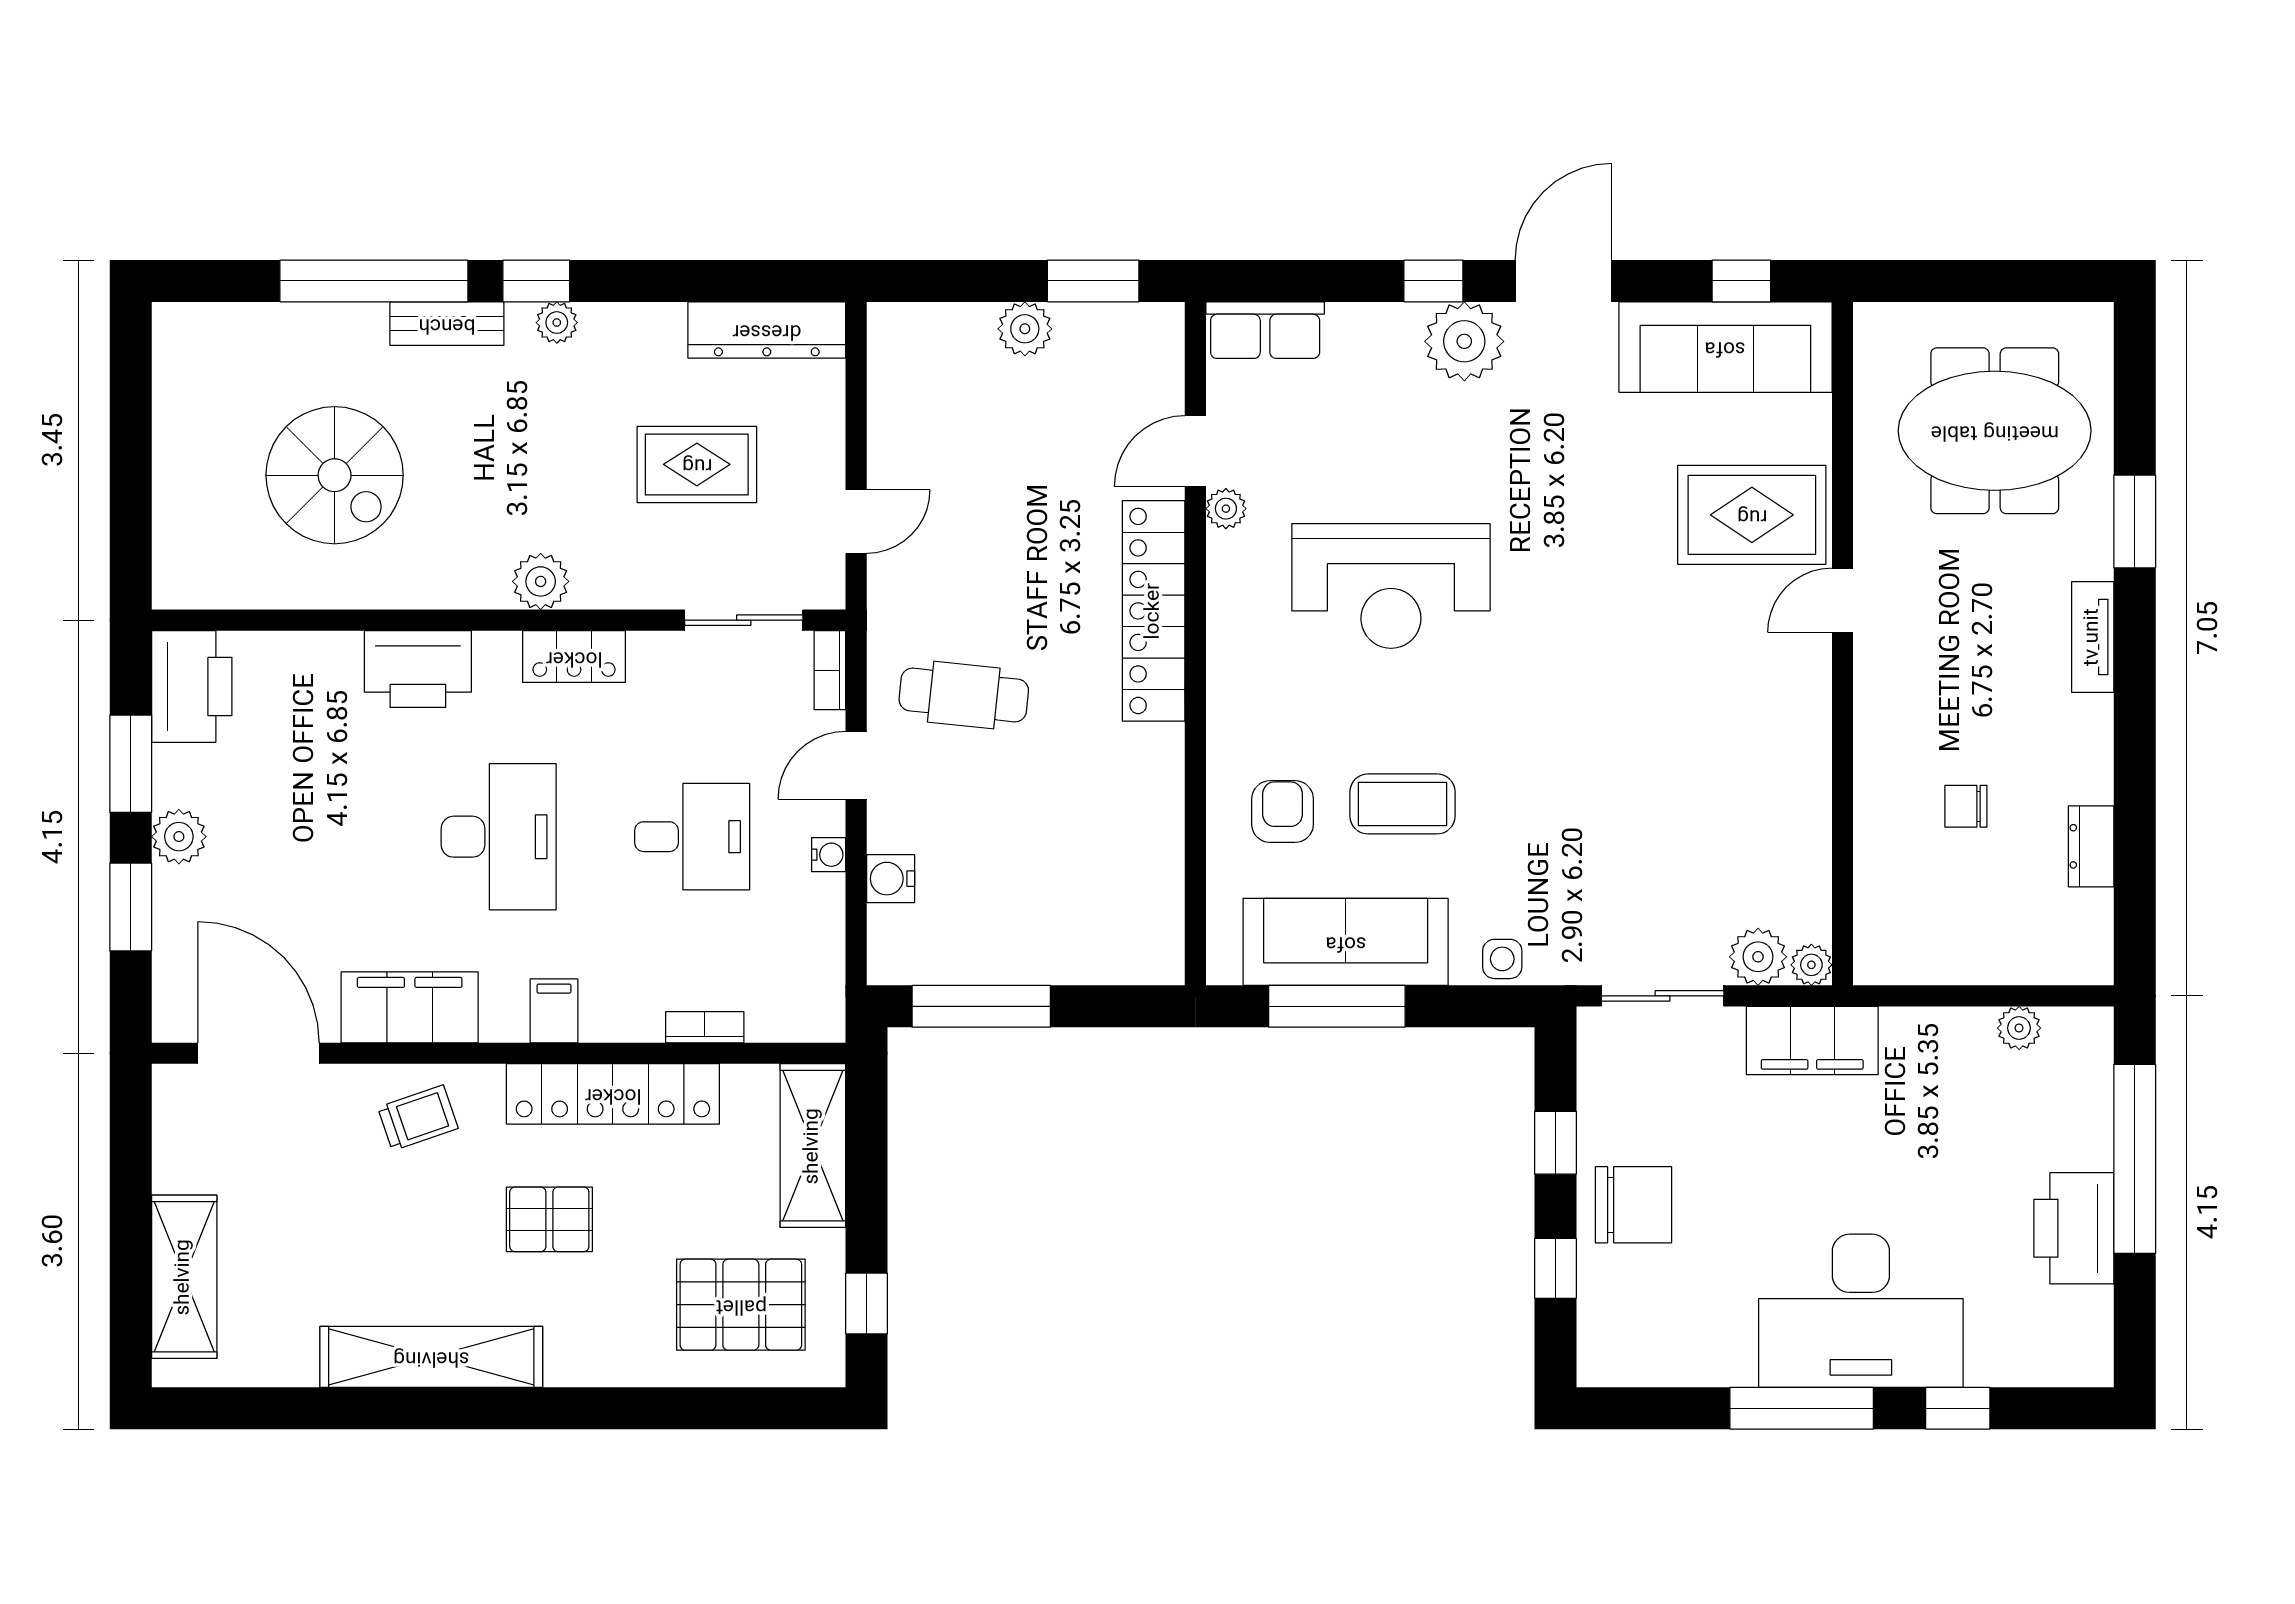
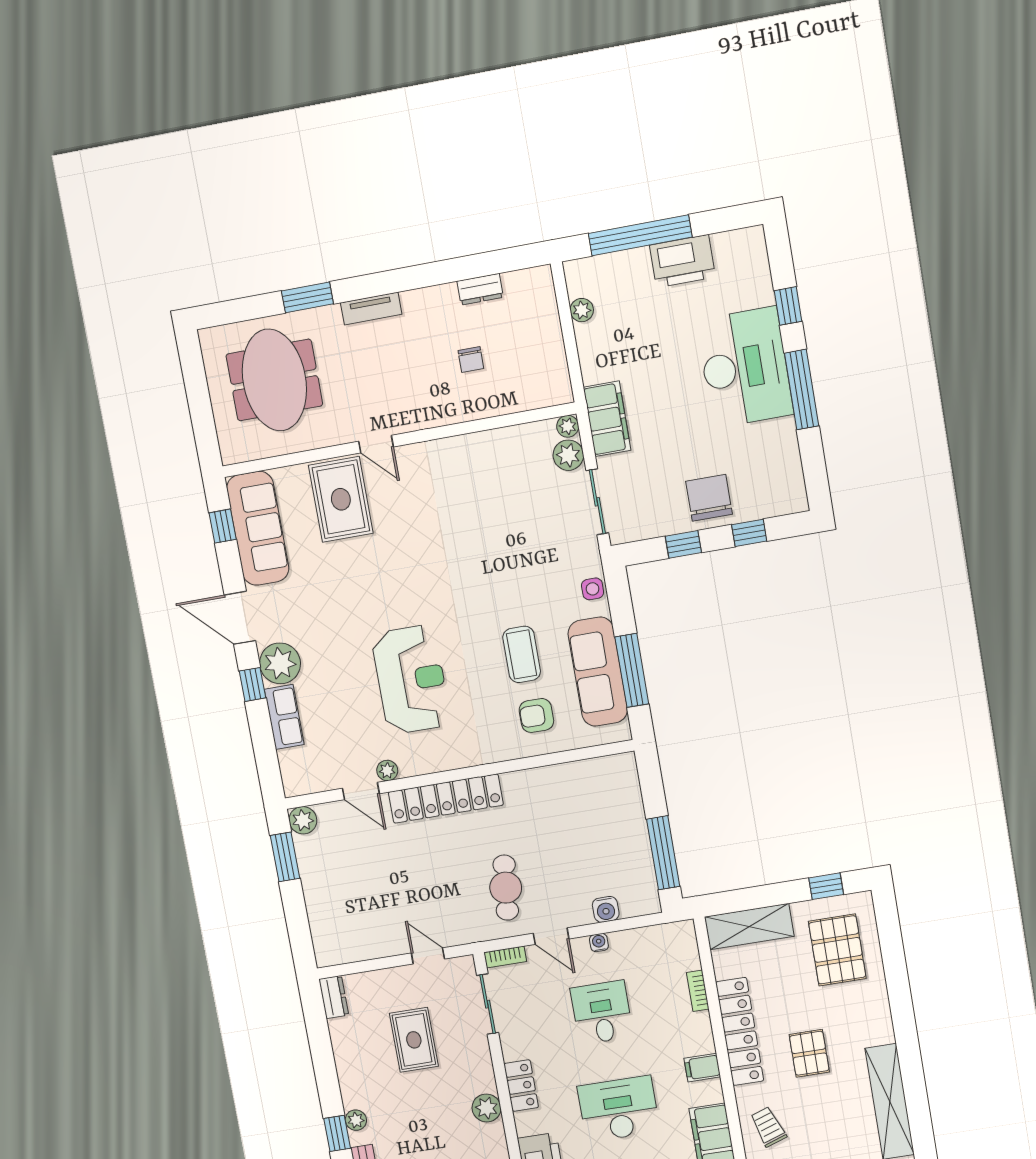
plant: (1025, 329) -> (303, 820), moved
dresser: (767, 330) -> (334, 997), width x0.51, depth x0.80
row of seats: (1265, 330) -> (284, 717), moved

